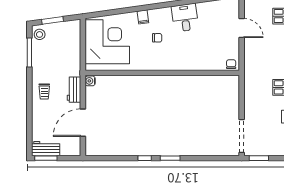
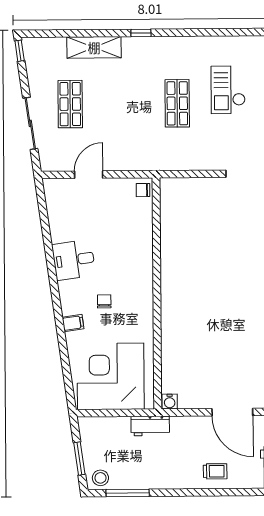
workbench: (74, 90) -> (150, 426), moved
trolley: (44, 91) -> (215, 471), moved

